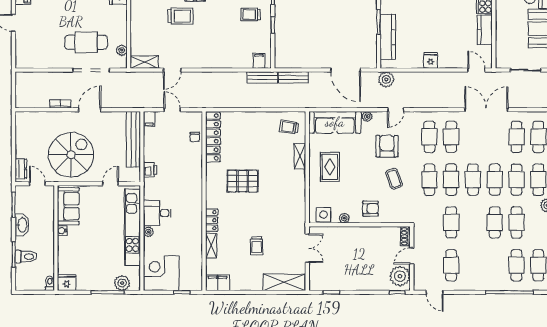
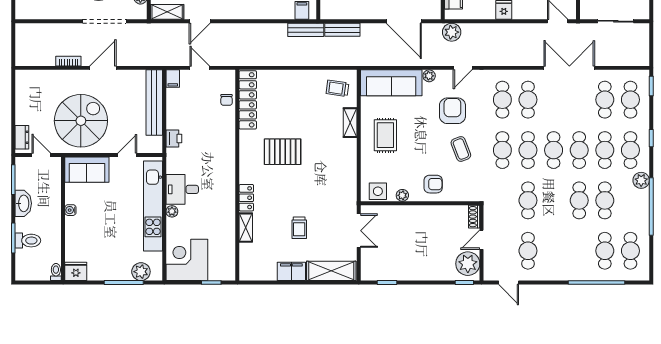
sofa: (68, 206) -> (87, 170), moved, turned 90
filing cabinet: (218, 283) -> (291, 271), moved

